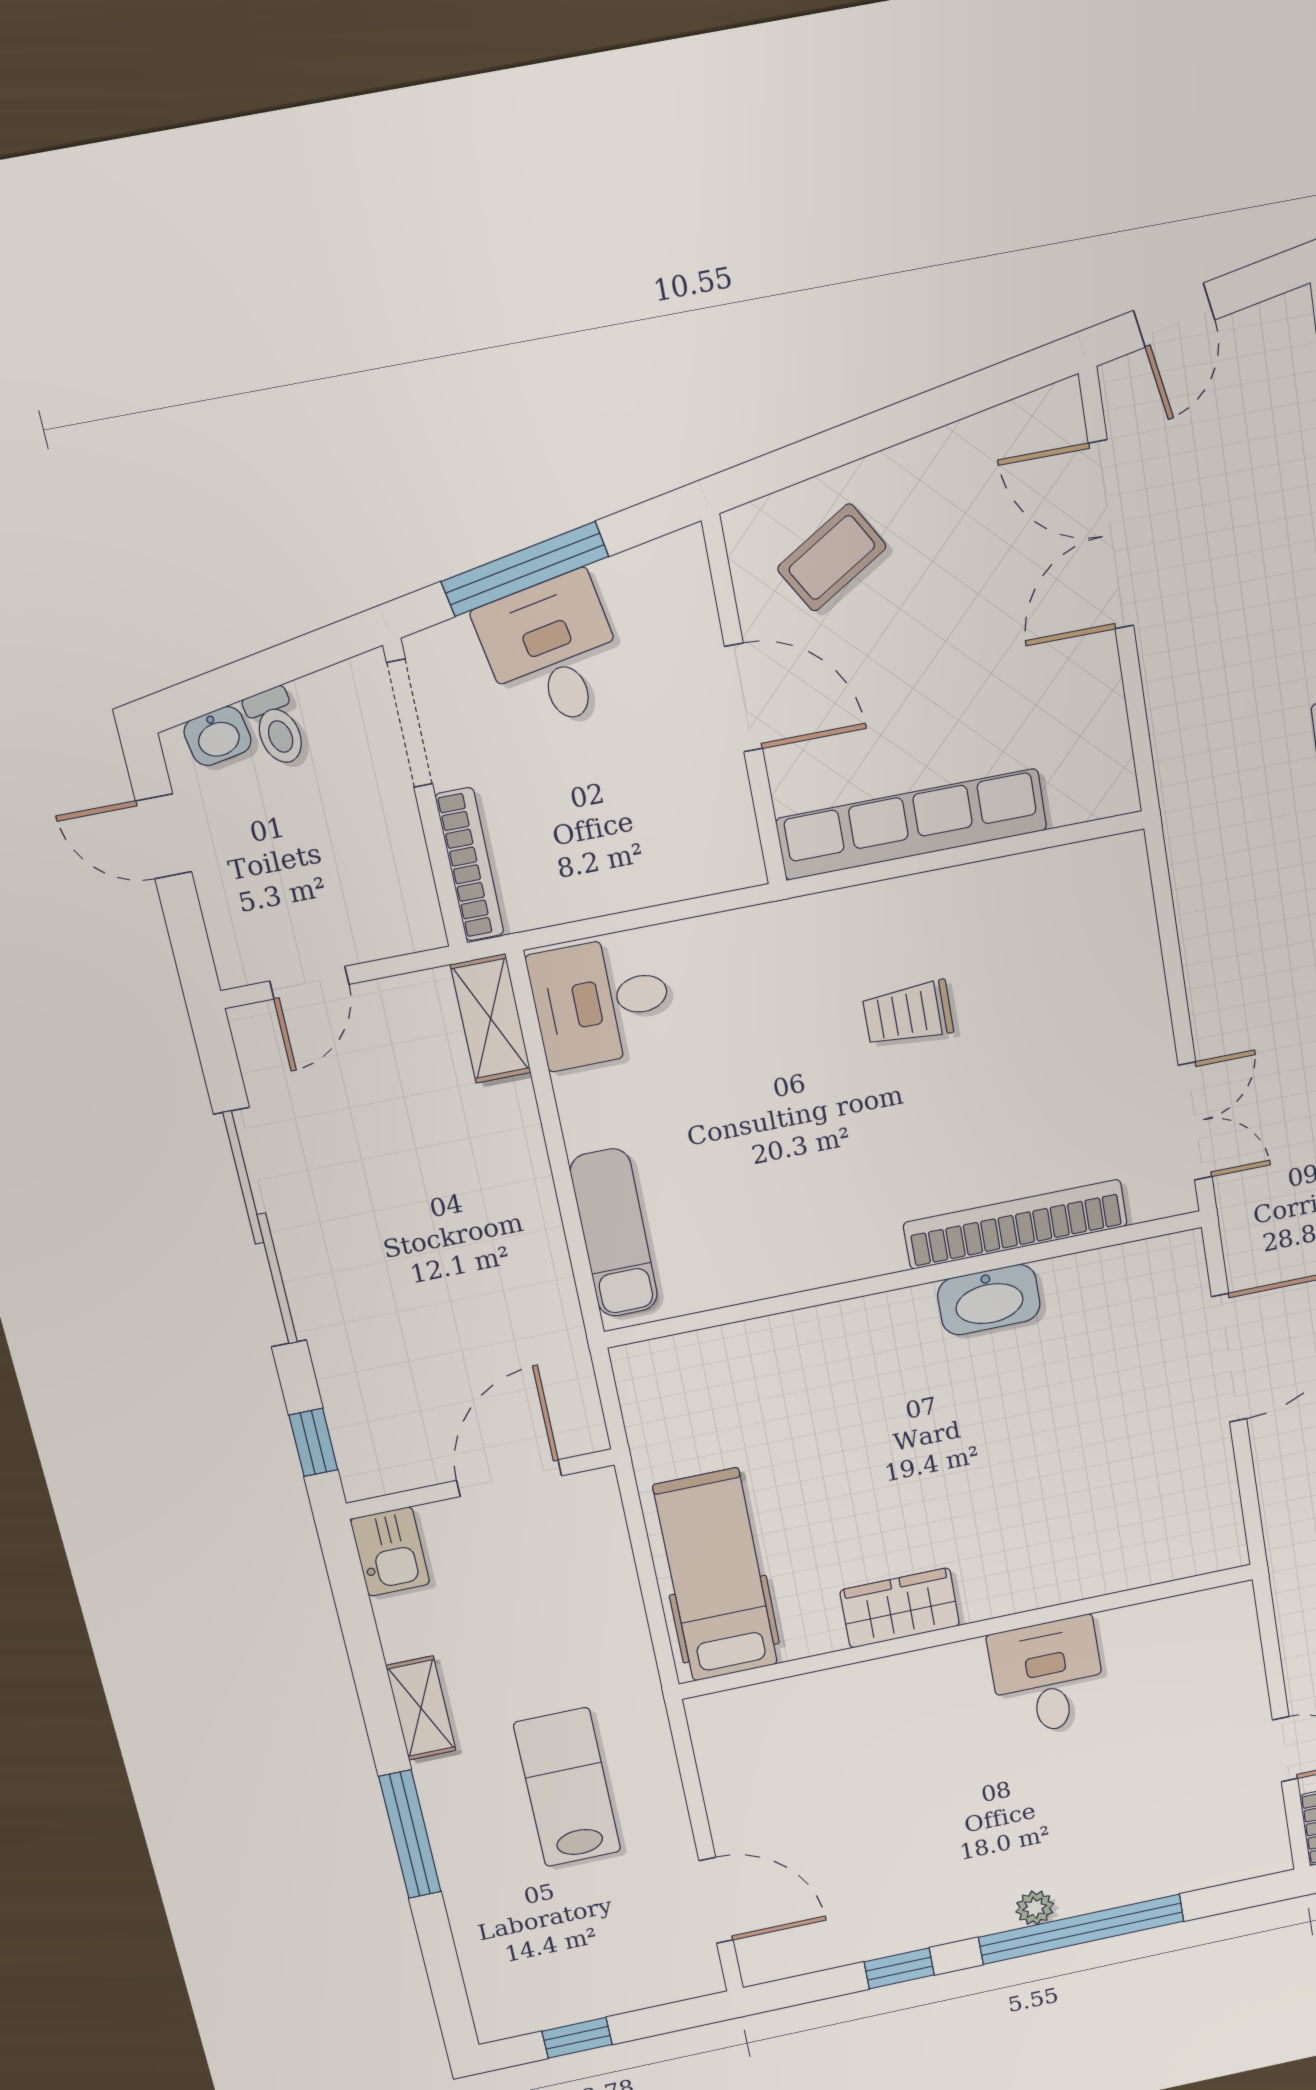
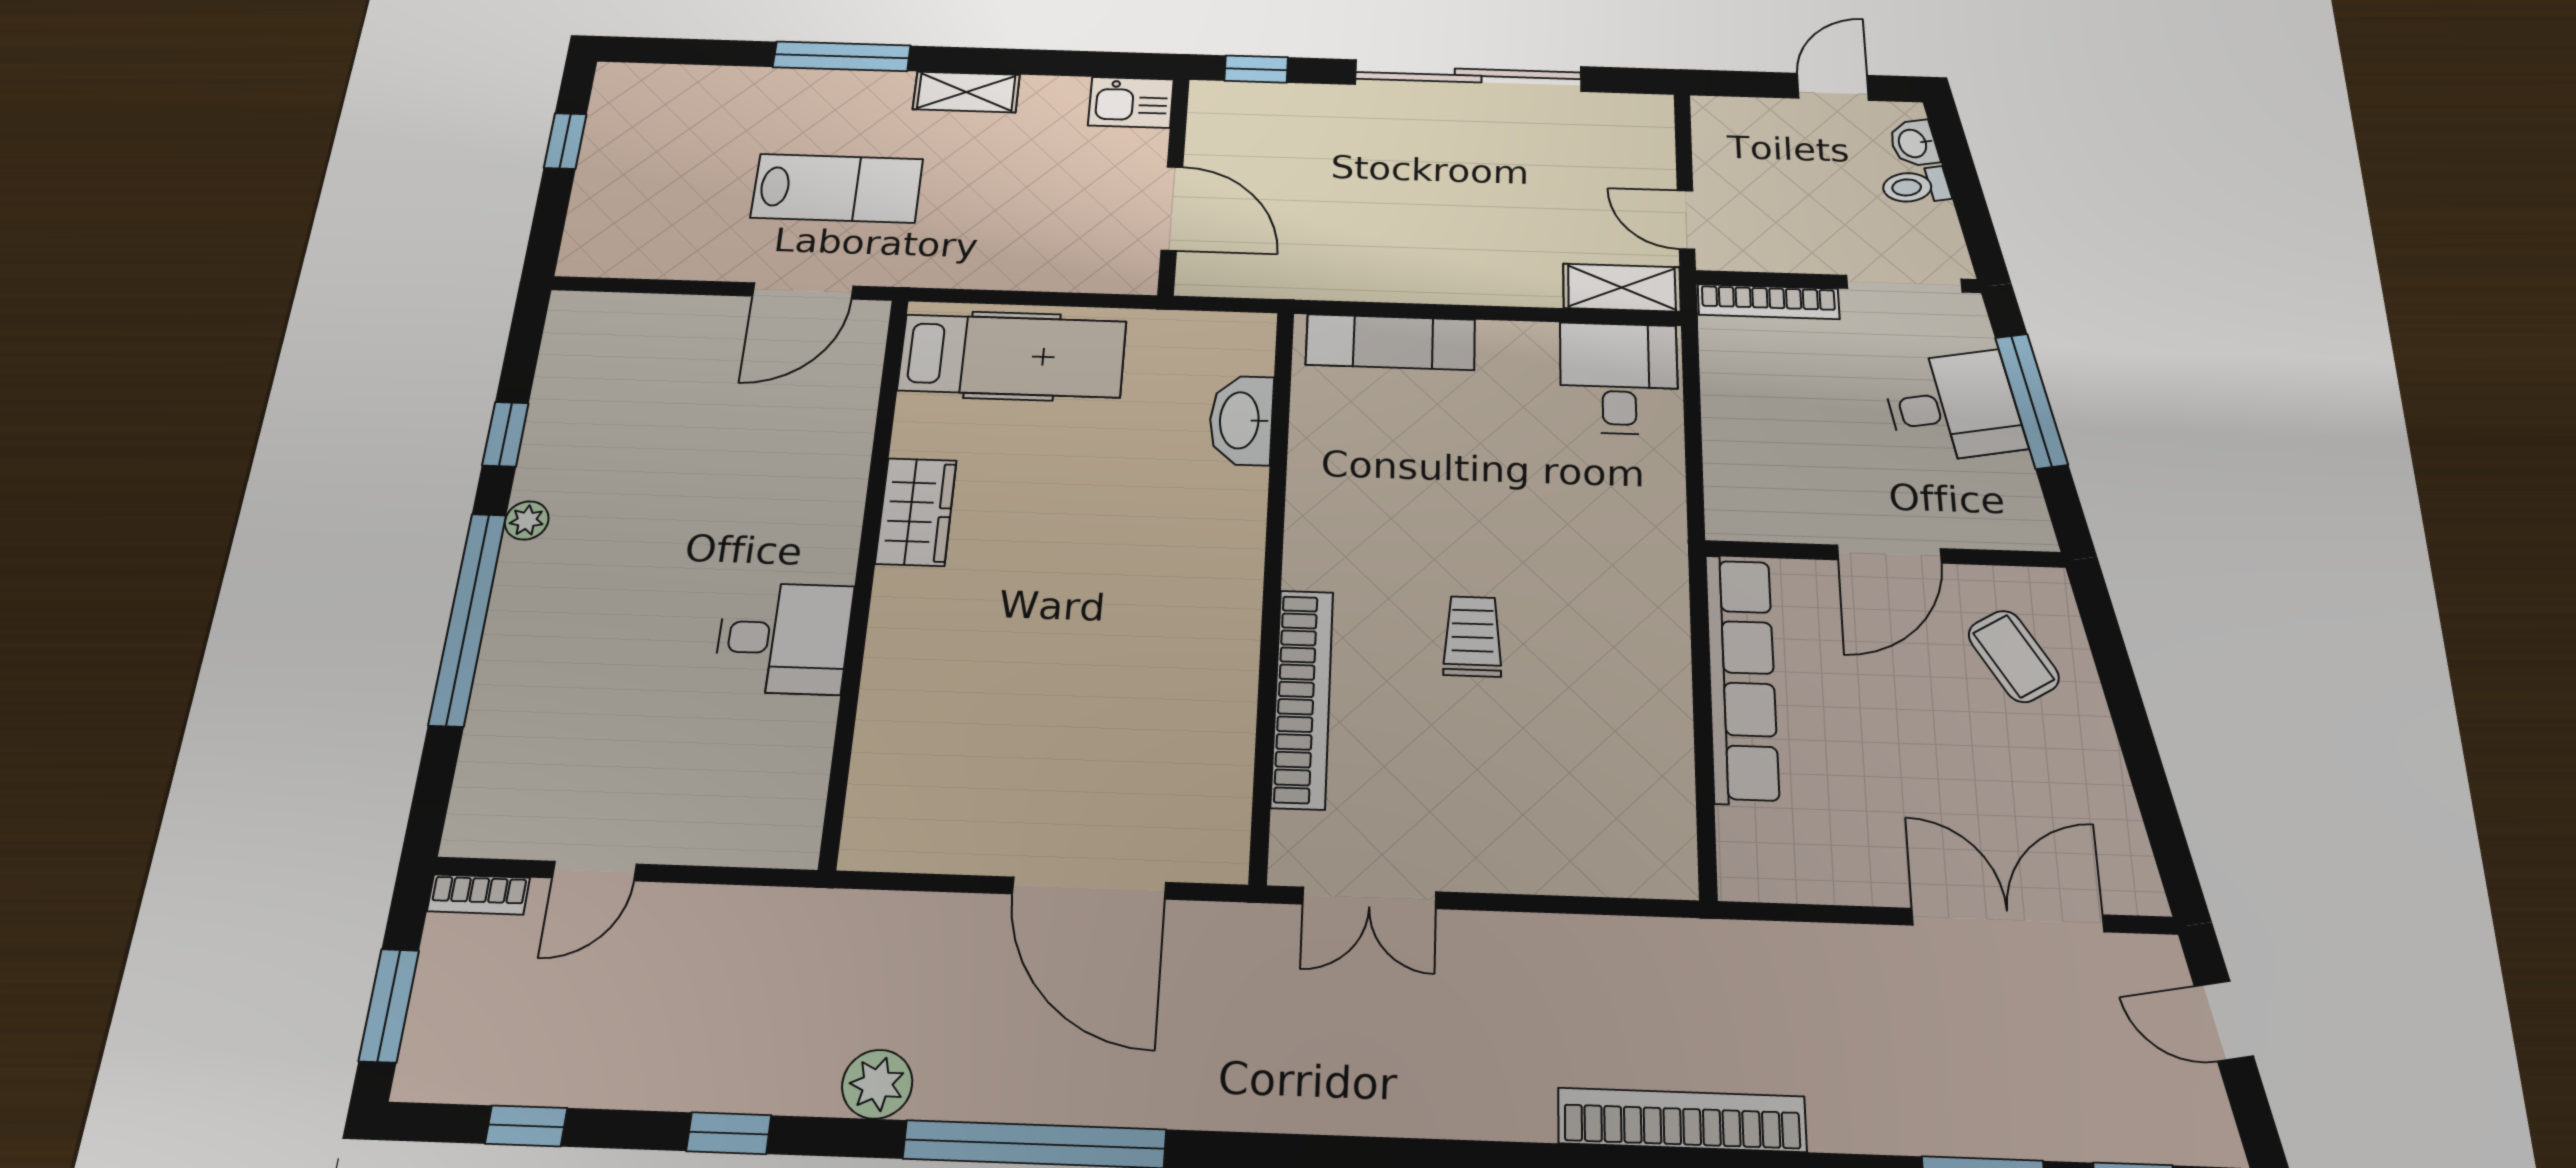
door: (309, 983) -> (1686, 220), moved
trolley: (908, 1014) -> (1473, 636), moved
washbasin: (989, 1300) -> (1241, 420), moved
door: (716, 1900) -> (803, 291), moved
plant: (1035, 1908) -> (527, 520), moved

